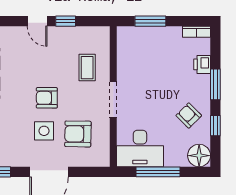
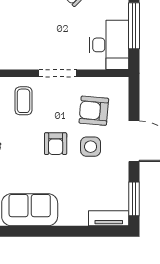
coffee table: (87, 68) -> (23, 101), turned 90
armchair: (78, 134) -> (94, 111), turned 94

